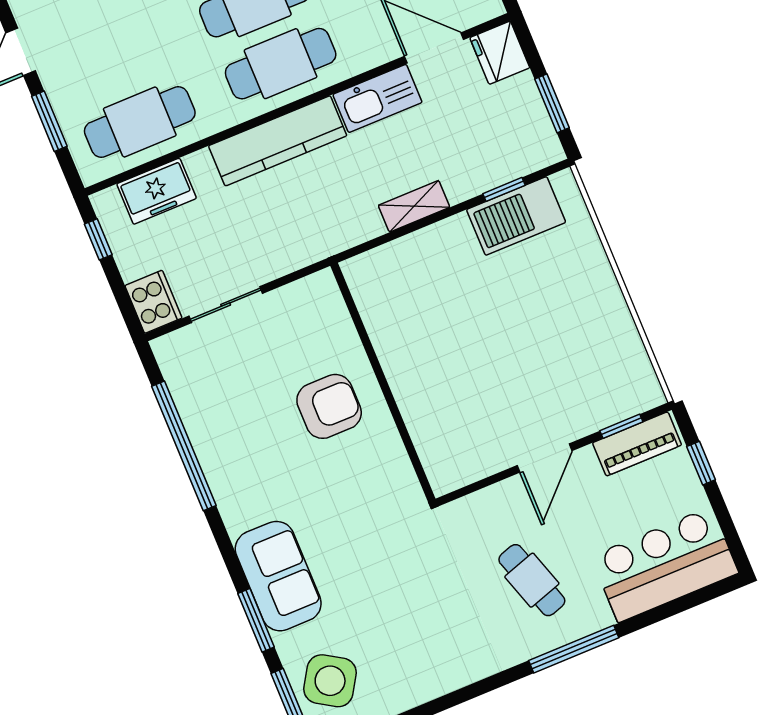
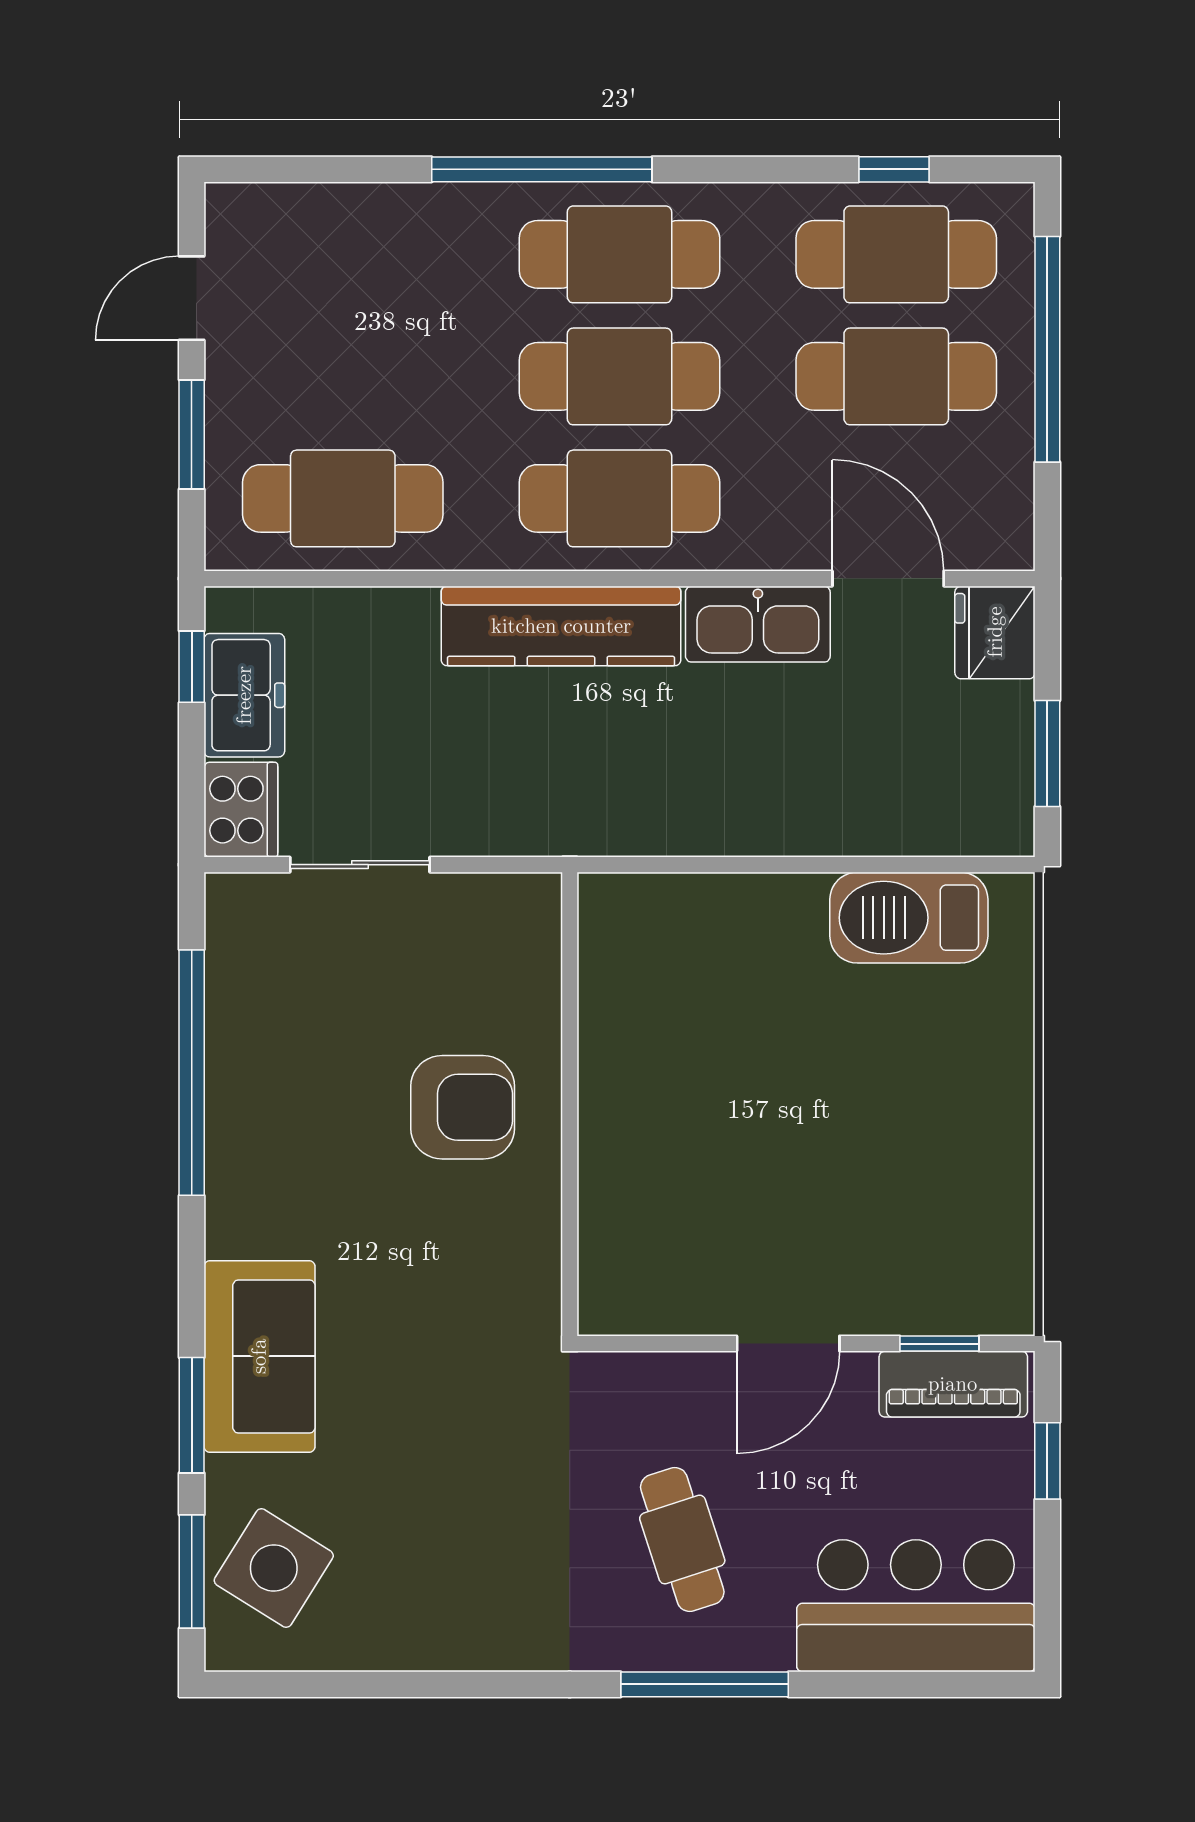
window: (504, 189) -> (907, 865), removed
freezer: (157, 191) -> (244, 695), moved, turned -90
shelving: (414, 206) -> (744, 830), removed

